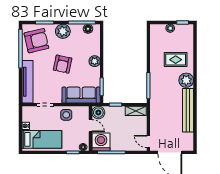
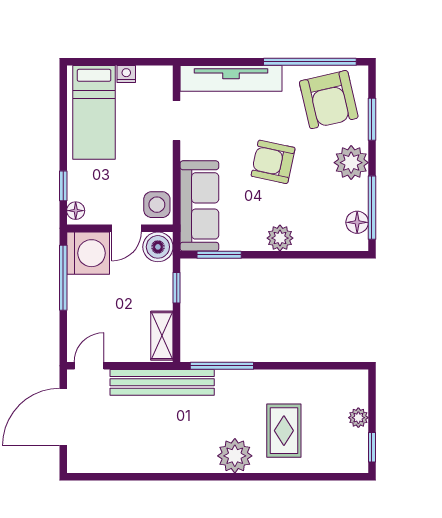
bench: (188, 110) -> (162, 382), moved
side table: (66, 115) -> (157, 205), moved

